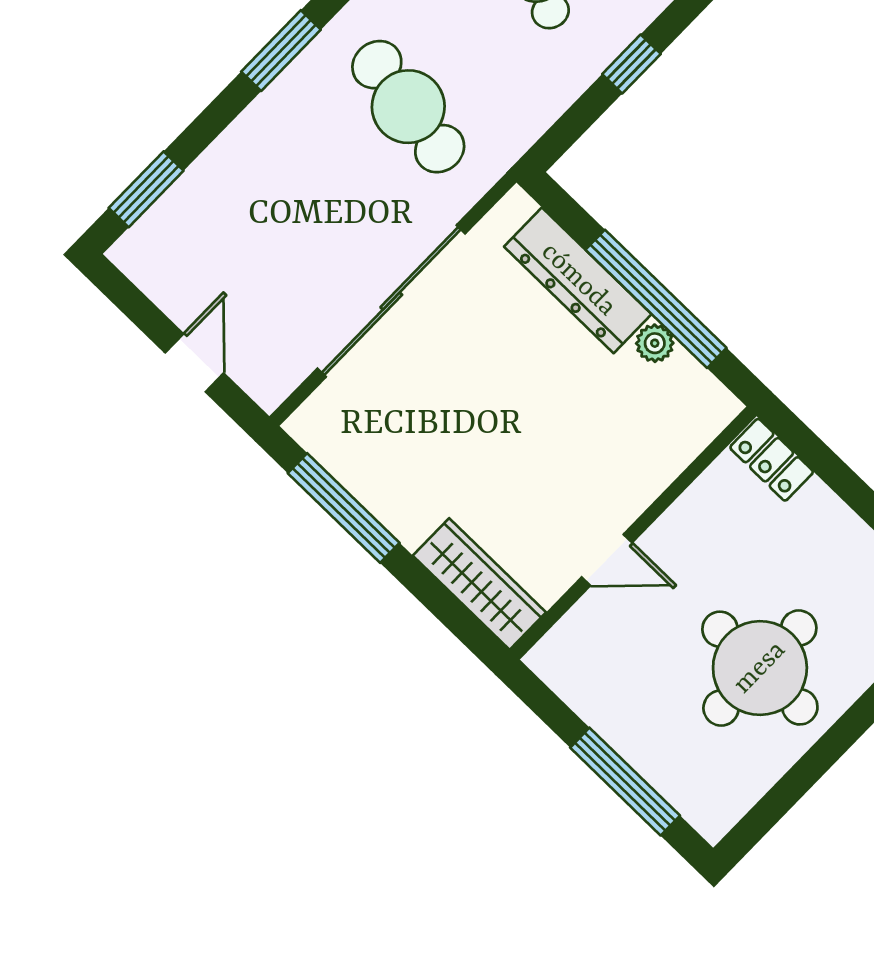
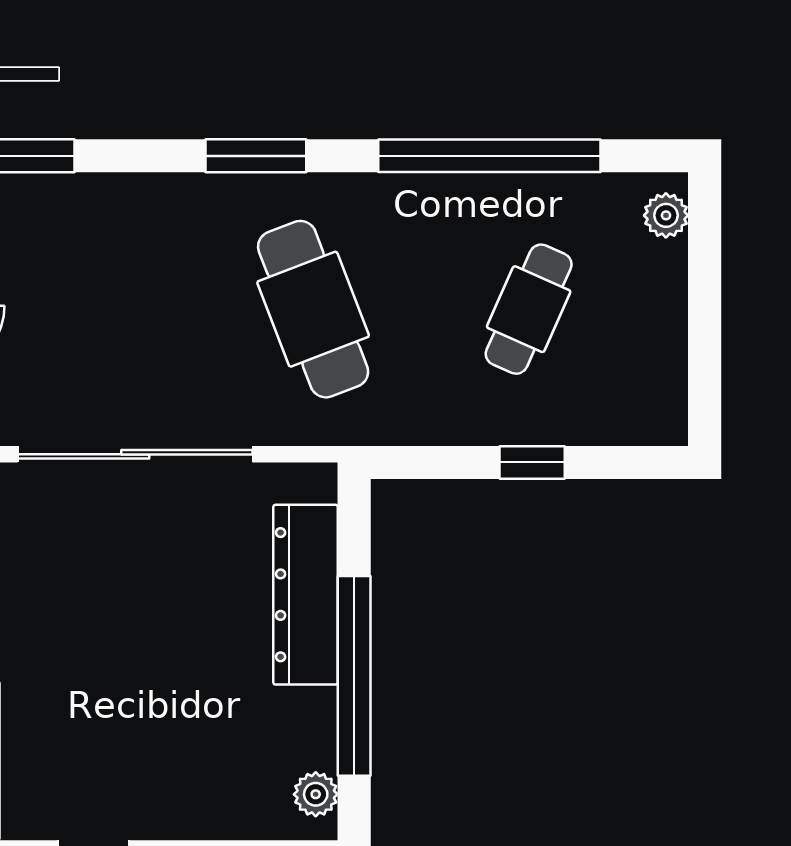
cafe table: (408, 107) -> (313, 309), turned -30
plant: (655, 343) -> (316, 794), moved

